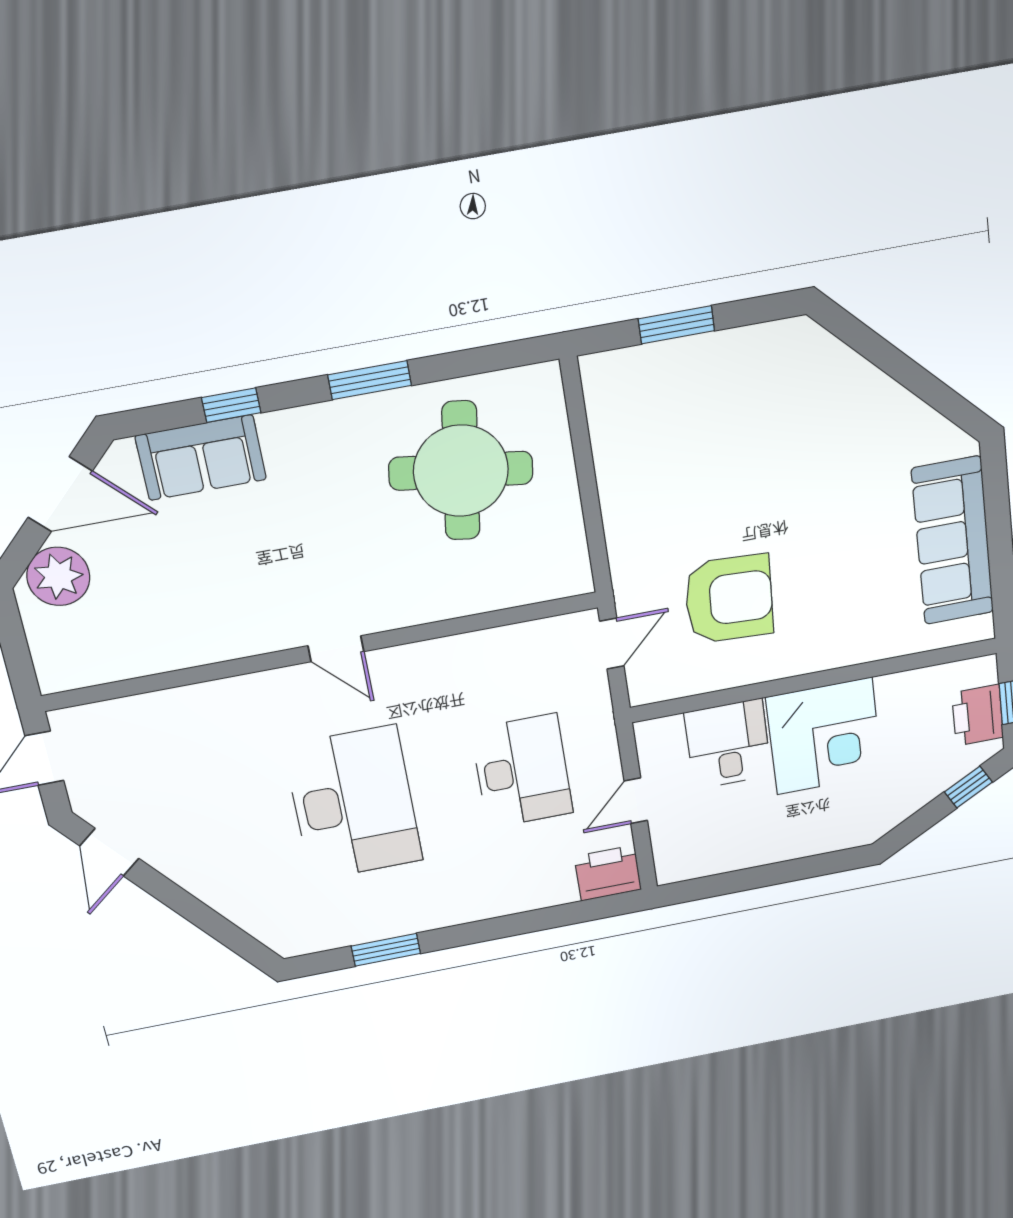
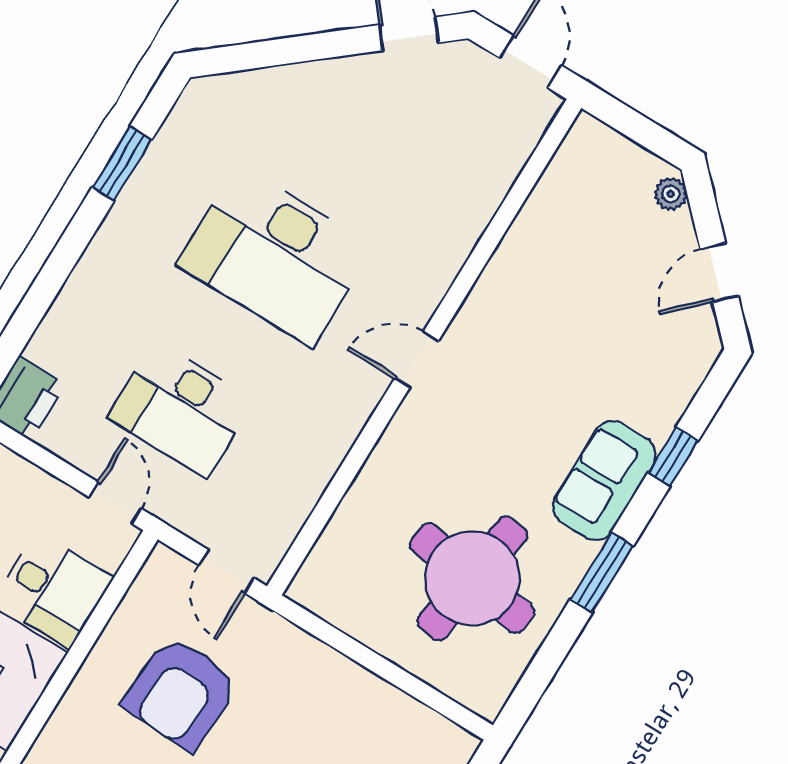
sofa: (201, 458) -> (604, 481), moved
door: (60, 494) -> (719, 273), width x0.73
plant: (58, 576) -> (671, 194), width x0.53, depth x0.53
door: (636, 801) -> (115, 503), moved

